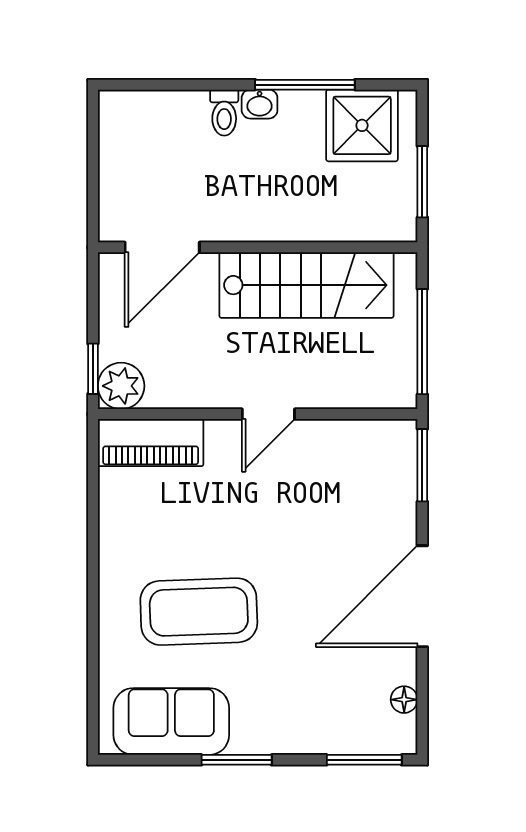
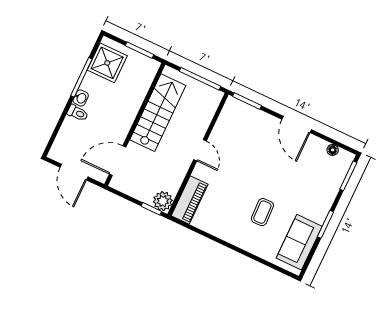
door: (93, 165) -> (74, 172), added
door: (162, 247) -> (118, 161), swing flipped
door: (422, 596) -> (297, 124), width x0.73
coffee table: (199, 612) -> (262, 212), width x0.54, depth x0.58

